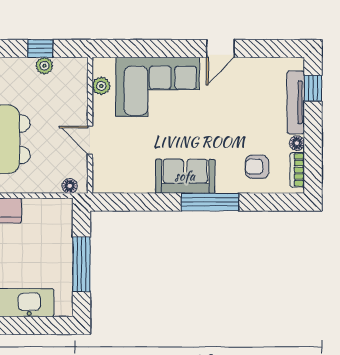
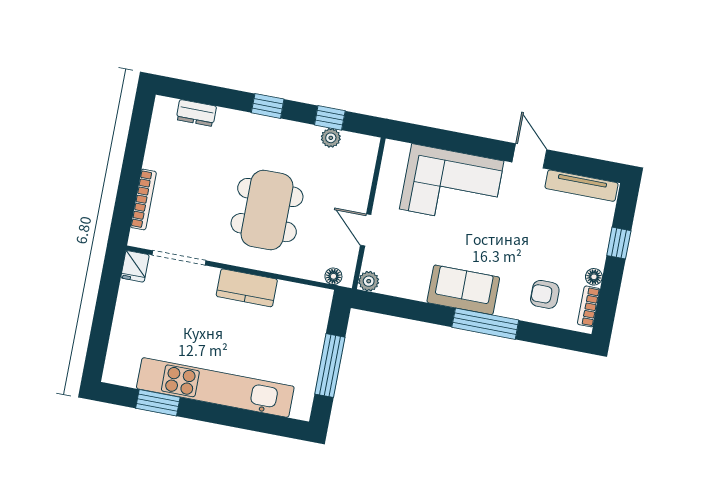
door: (220, 48) -> (529, 156), swing flipped
plant: (101, 86) -> (369, 281), moved
window: (313, 88) -> (619, 243), moved
tv unit: (296, 102) -> (582, 186), moved, turned -90

